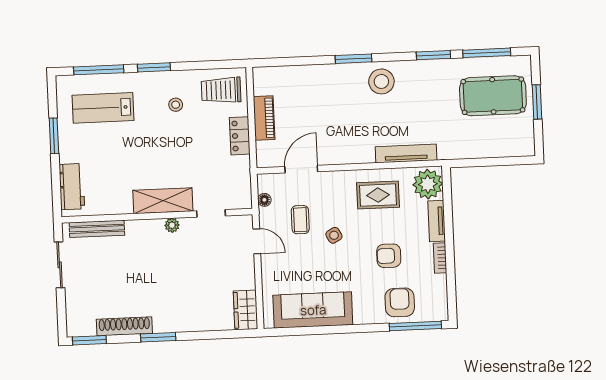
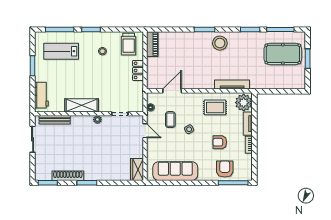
trolley: (221, 90) -> (129, 44), turned -90
piano: (264, 118) -> (152, 44), moved
shelving: (163, 201) -> (82, 105), moved

